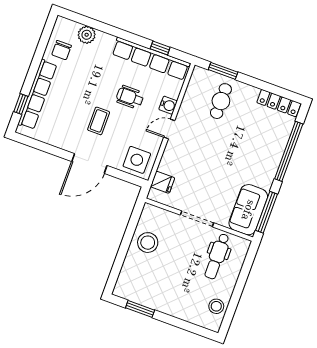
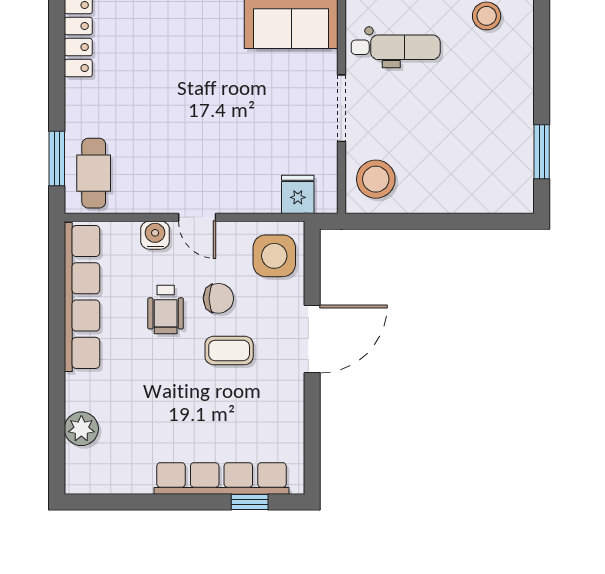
window: (160, 48) -> (57, 287), removed
chair: (62, 50) -> (218, 298), moved
cafe table: (221, 101) -> (94, 173), moved, turned 90
door: (89, 164) -> (312, 339), hinge flipped
stool: (148, 243) -> (376, 179), moved

